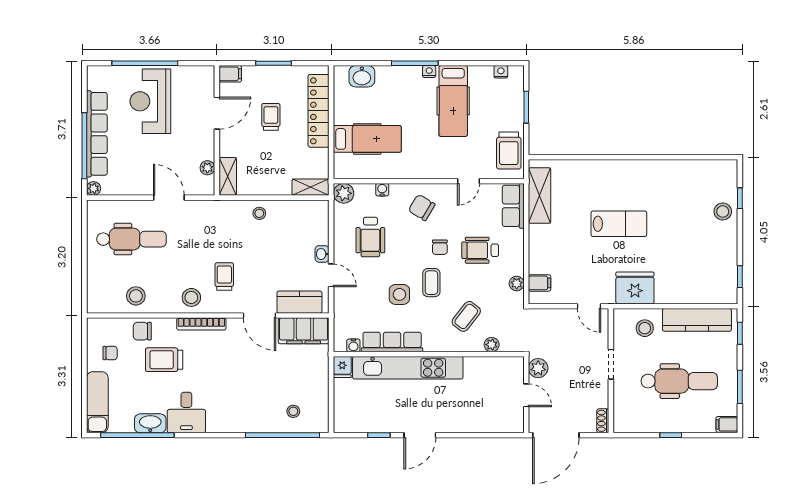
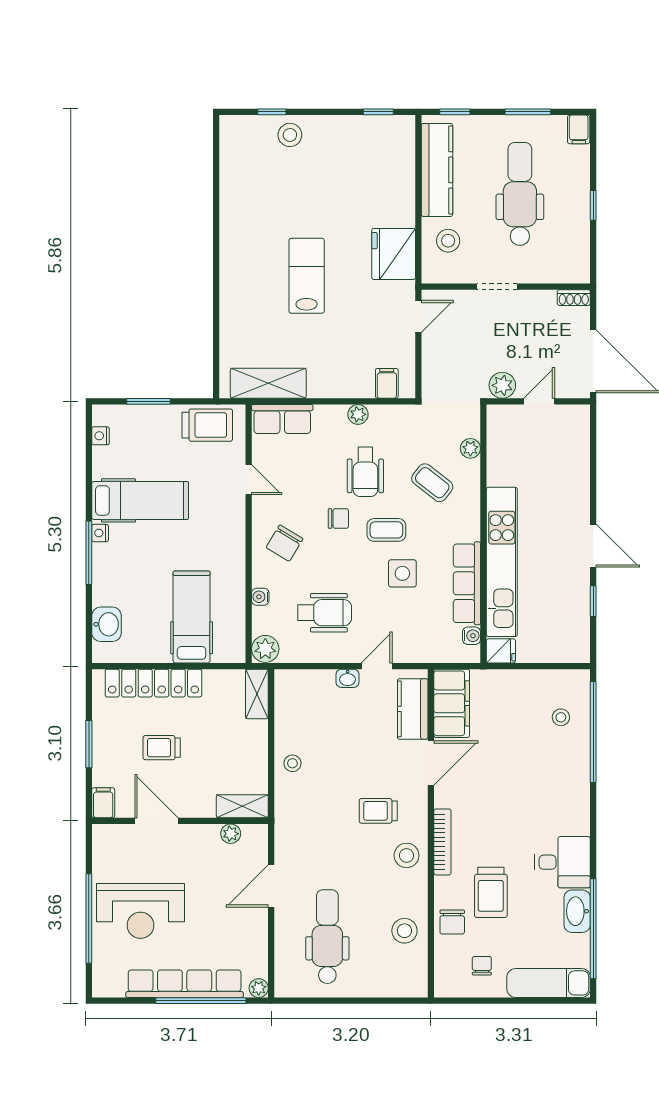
wheelchair: (480, 250) -> (365, 472), moved
plant: (517, 283) -> (358, 414), moved

